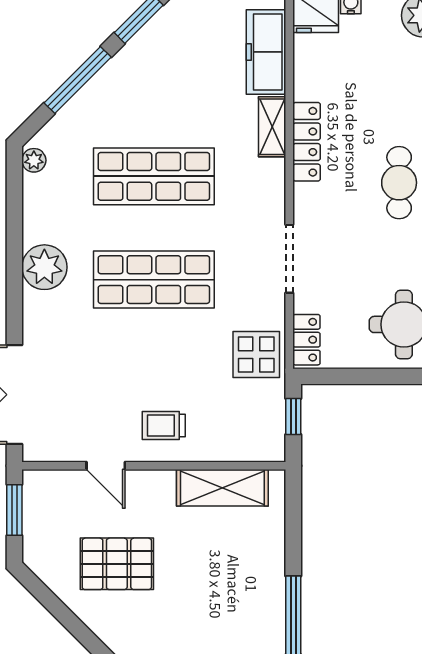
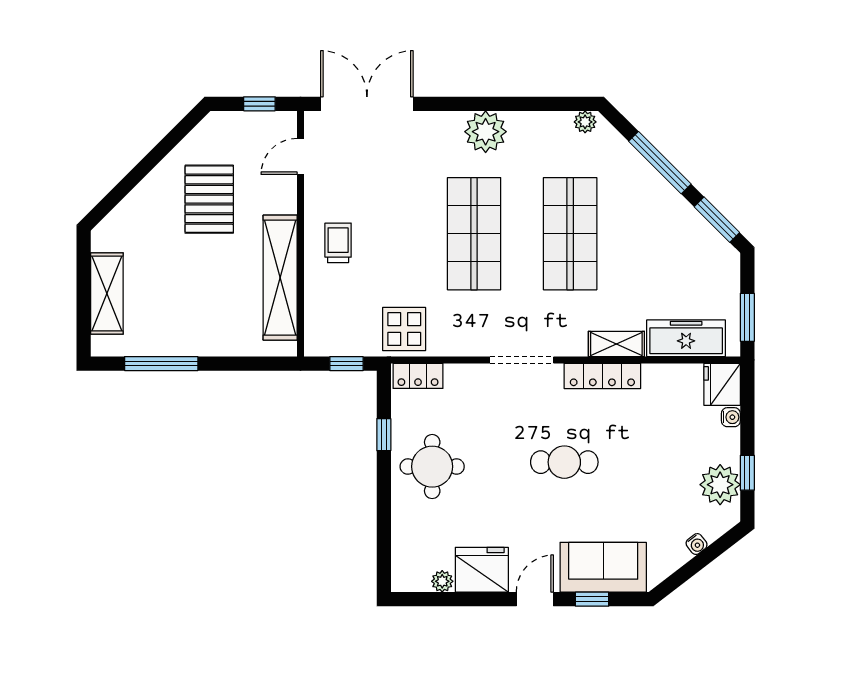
doorway: (289, 259) -> (522, 360), moved
window: (370, 376) -> (384, 435), added
door: (106, 466) -> (300, 156), moved
shelving: (222, 488) -> (280, 278), width x1.47
window: (14, 510) -> (259, 104), width x0.67

